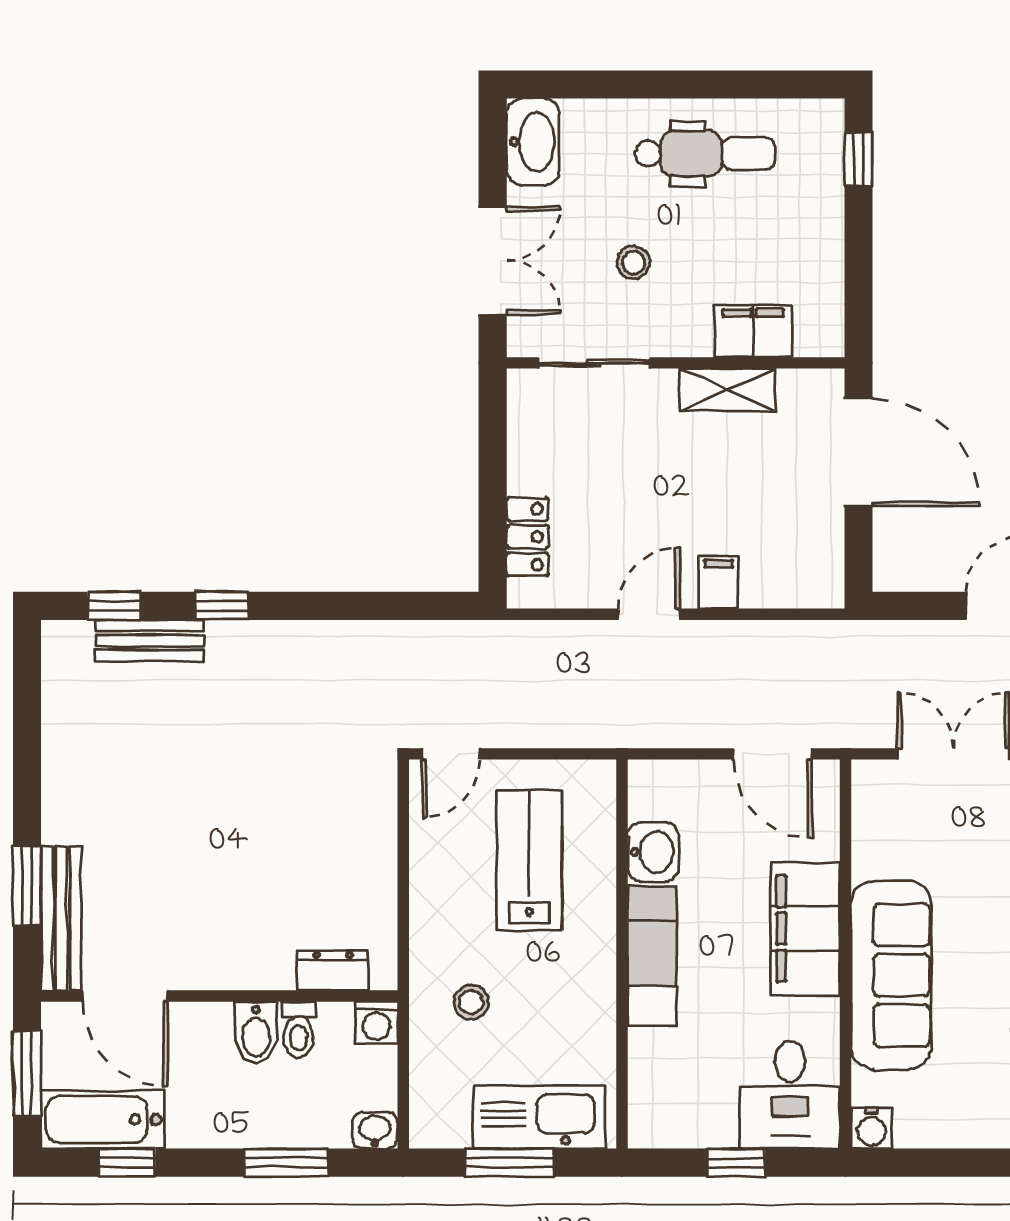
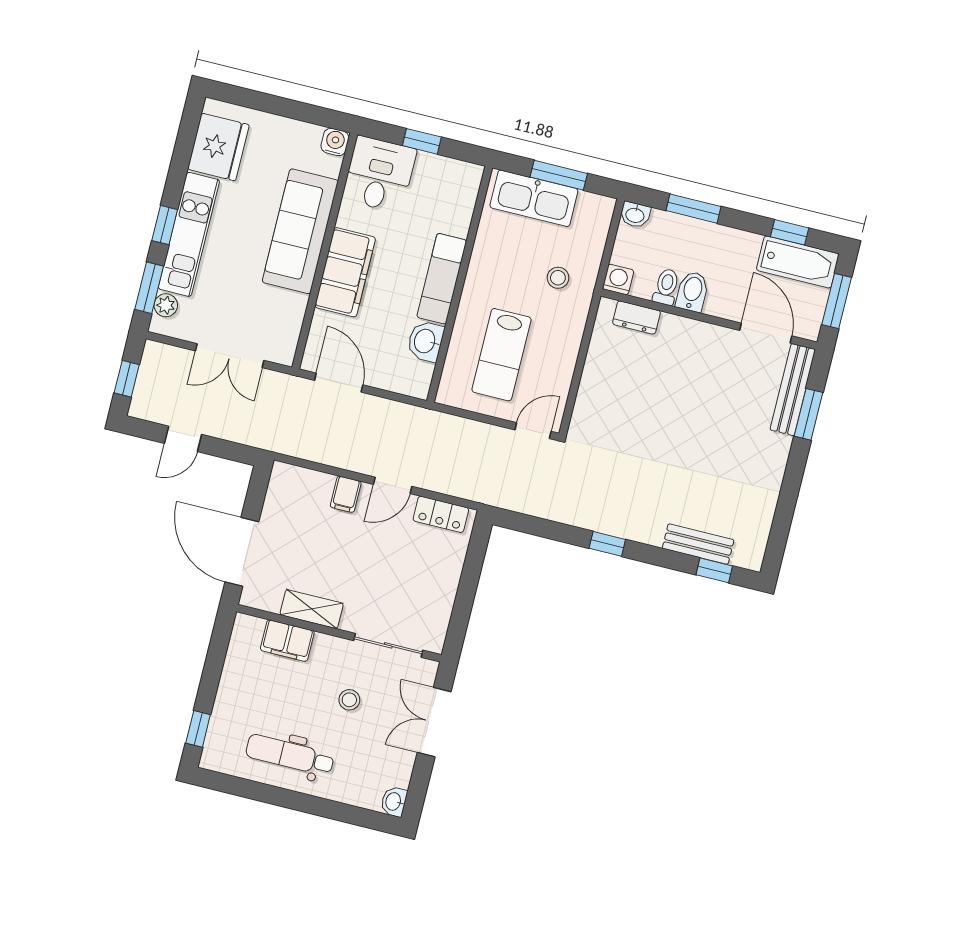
washbasin: (533, 142) -> (394, 802), width x0.52, depth x0.69
locker: (528, 537) -> (441, 514), moved, turned -90
window: (222, 606) -> (607, 544), moved

